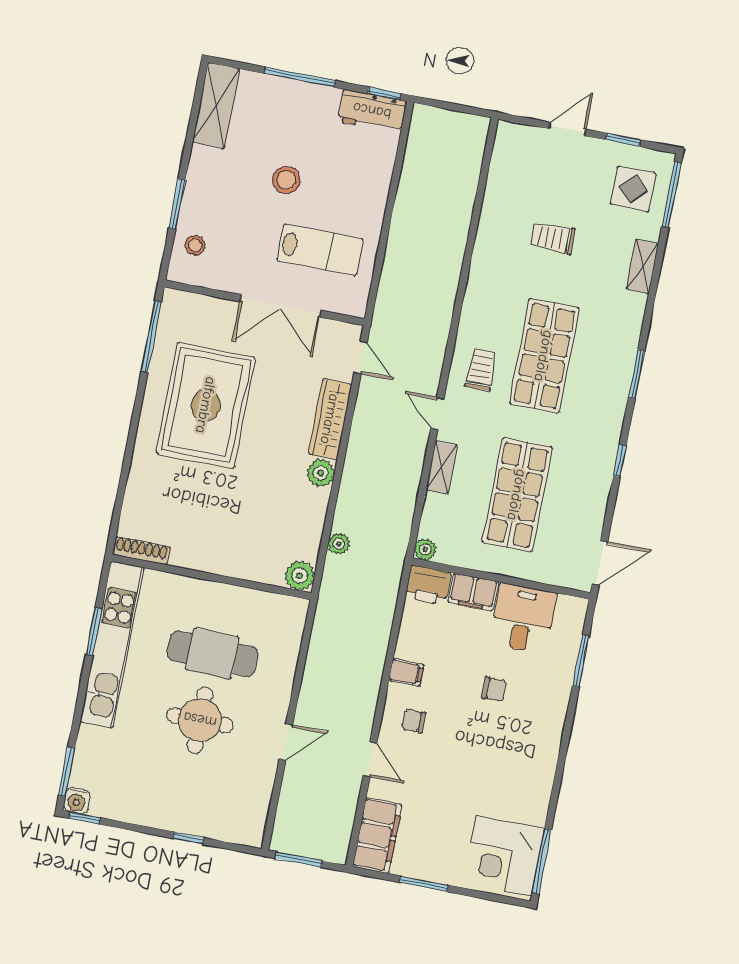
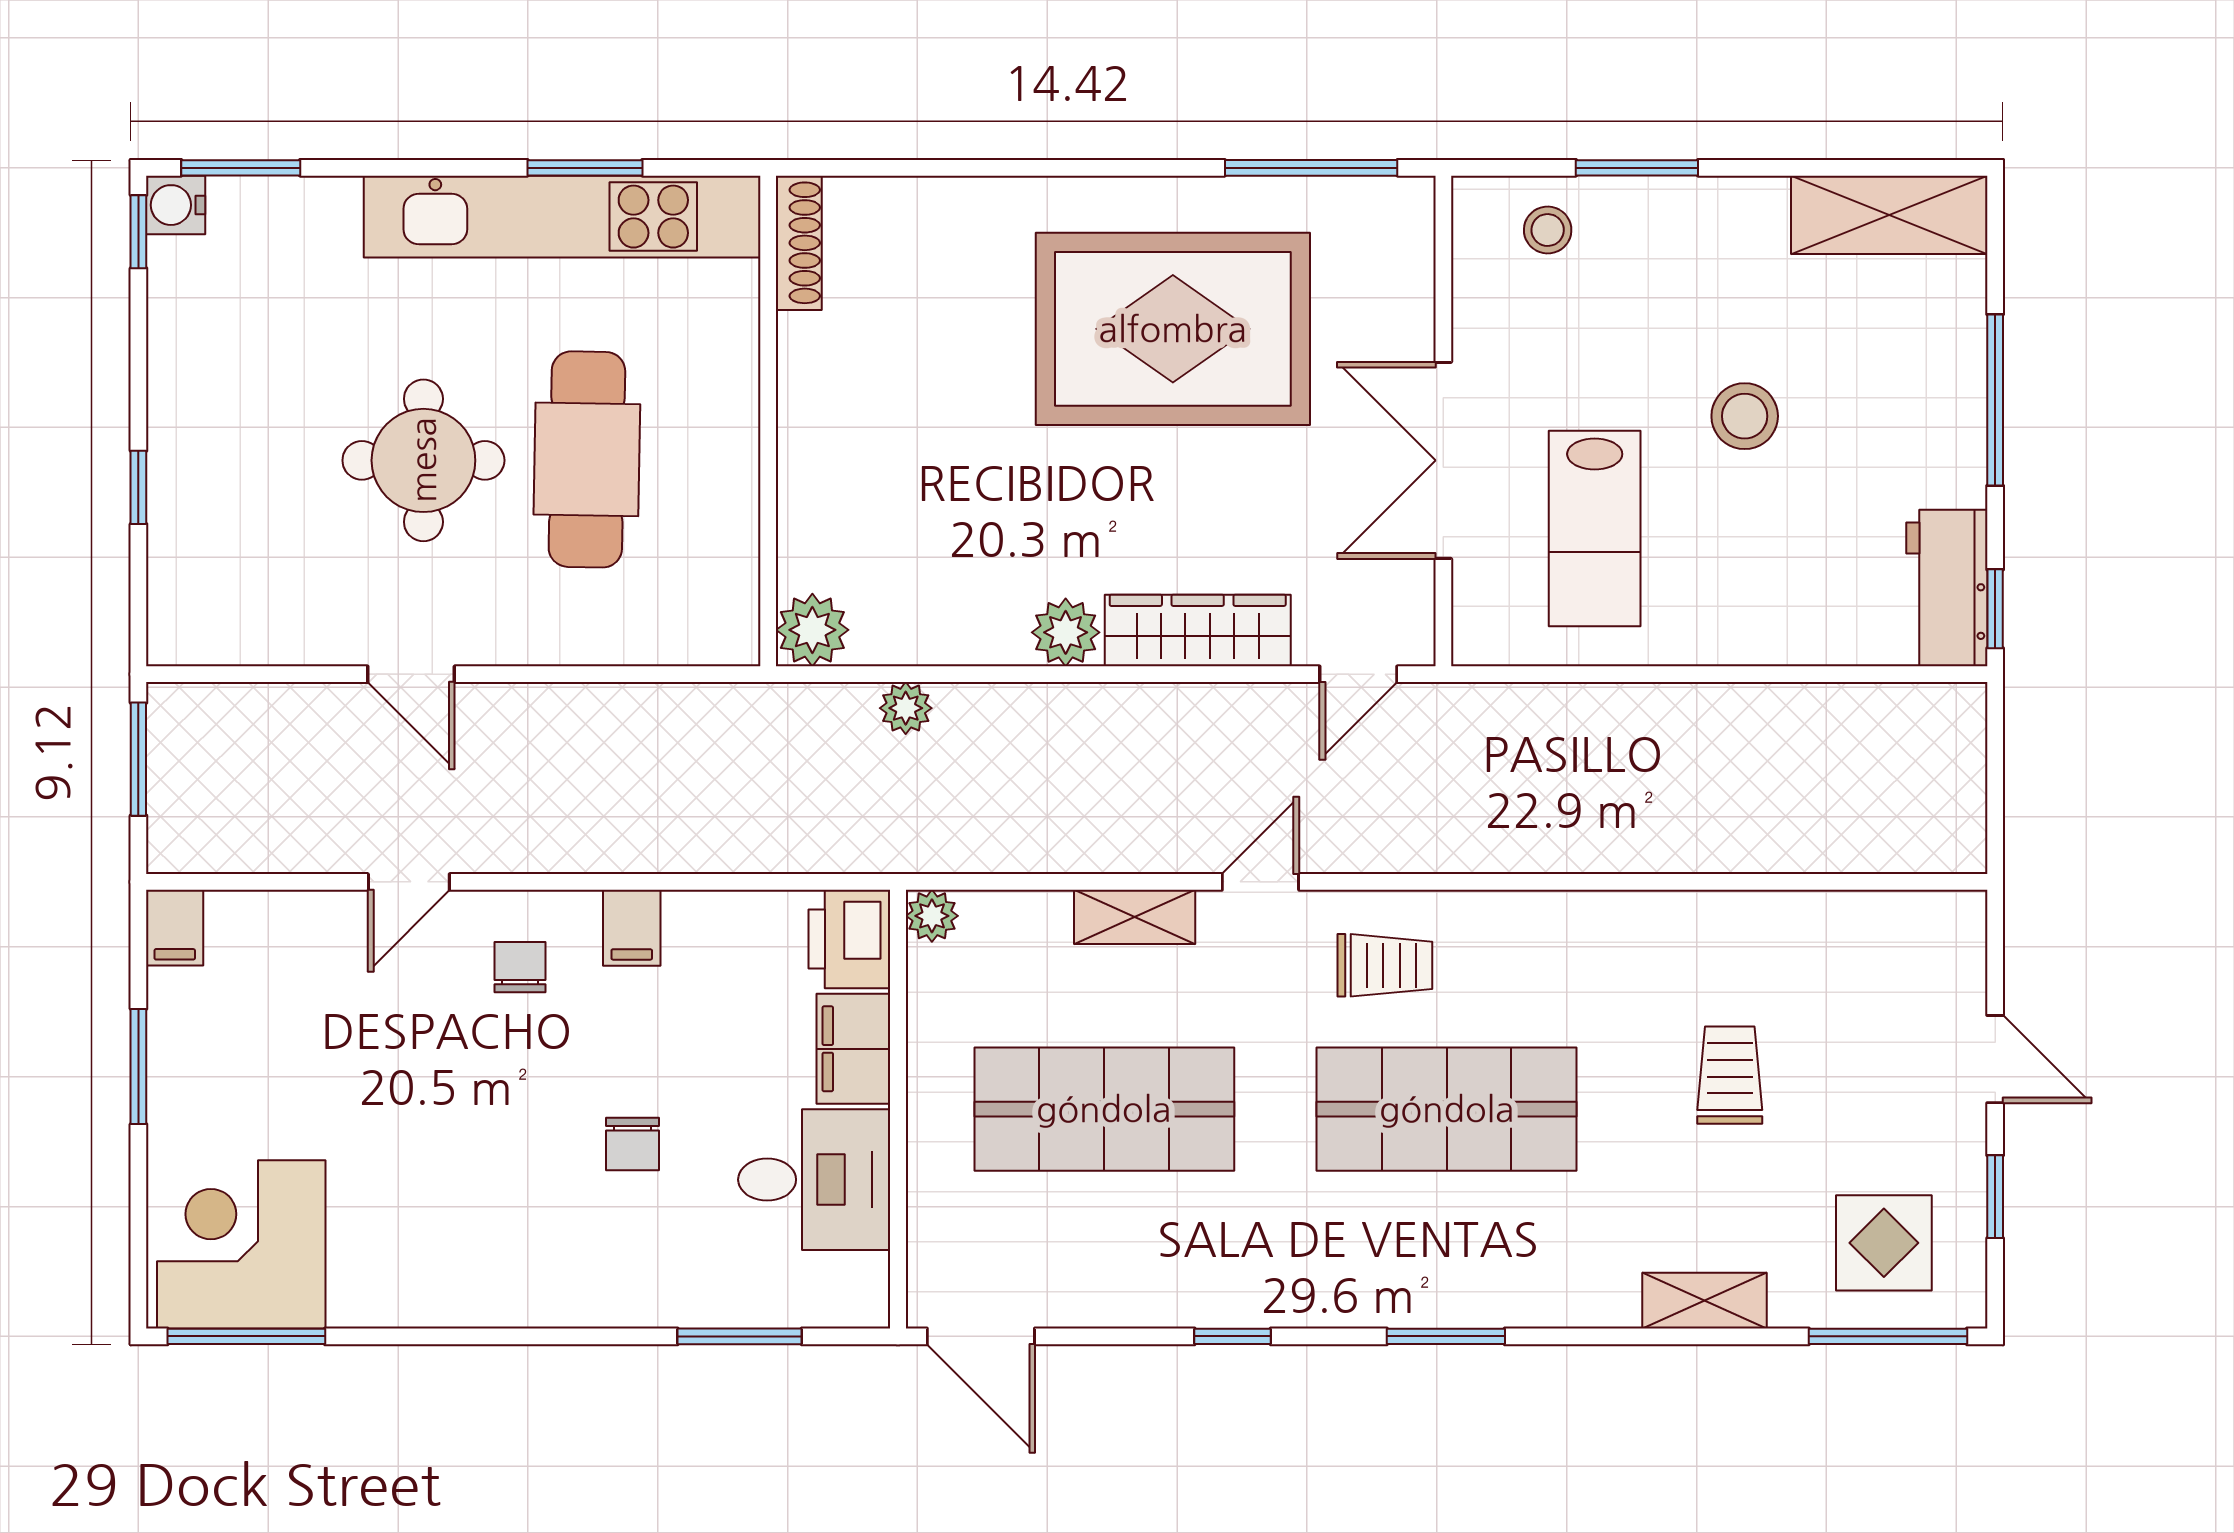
filing cabinet: (377, 835) -> (175, 928), width x0.33, depth x0.86

